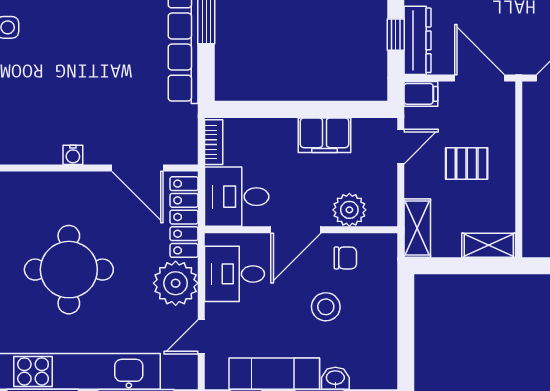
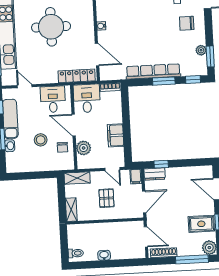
dresser: (418, 40) -> (155, 174), width x0.70
door: (138, 168) -> (97, 54), swing flipped
plant: (176, 283) -> (48, 74), removed

